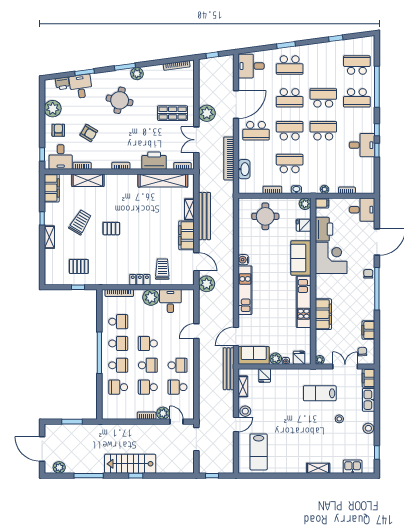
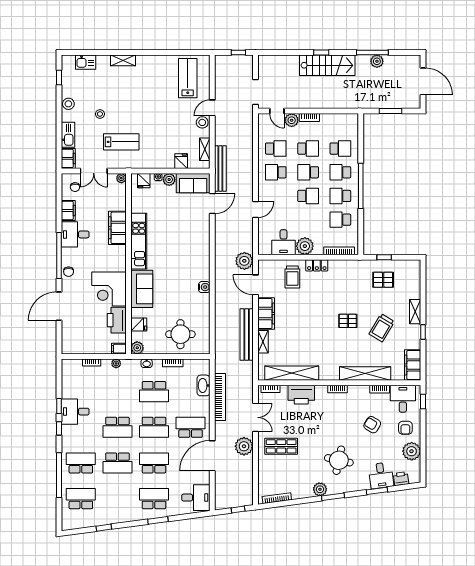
school desk: (357, 65) -> (81, 499), turned 180
shelving: (88, 180) -> (365, 374), width x1.47
desk: (362, 210) -> (75, 234), moved
kitchen unit: (245, 290) -> (202, 254), removed
plant: (59, 467) -> (377, 61), moved

